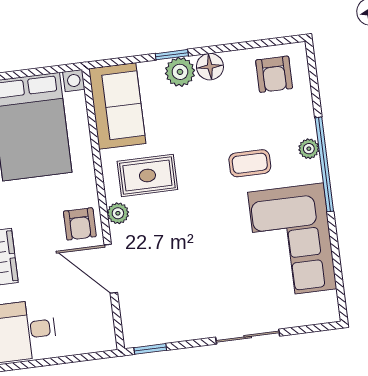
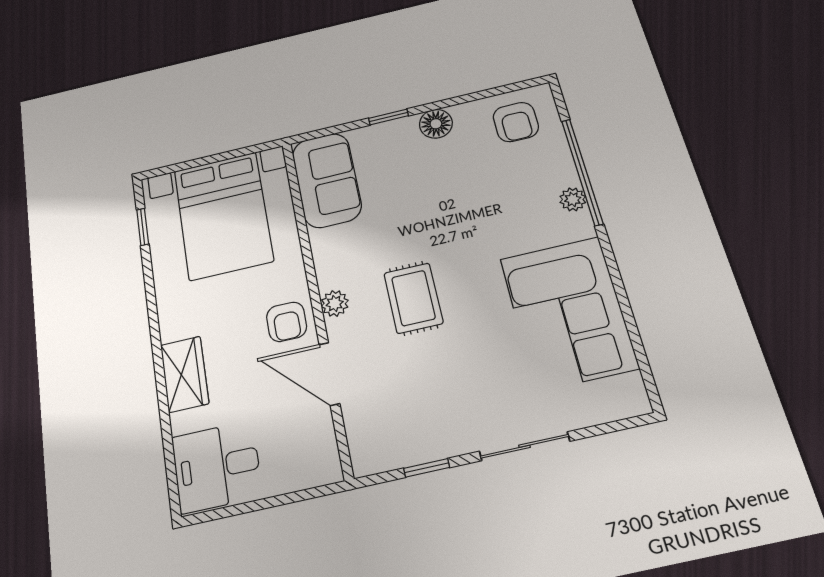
plant: (180, 72) -> (400, 134), removed
coffee table: (250, 163) -> (499, 225), removed
window: (324, 164) -> (582, 172), moved
rug: (147, 175) -> (413, 298), moved, turned 90
window: (150, 349) -> (427, 468), moved

